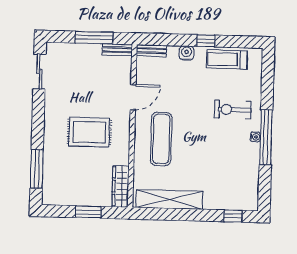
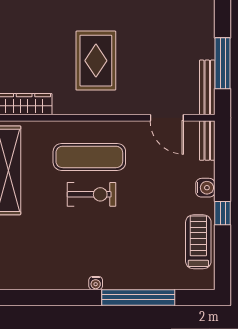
bench: (117, 50) -> (207, 87), width x1.36
door: (133, 97) -> (167, 118), moved
exercise bike: (233, 110) -> (92, 194), moved, turned 90
window: (266, 137) -> (138, 297), moved

